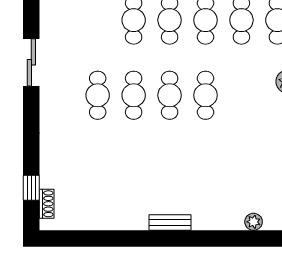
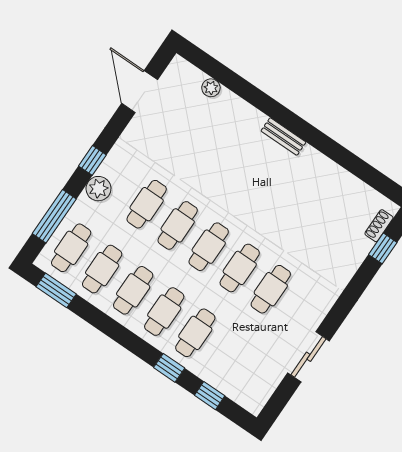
cafe table: (241, 95) -> (147, 204), added

